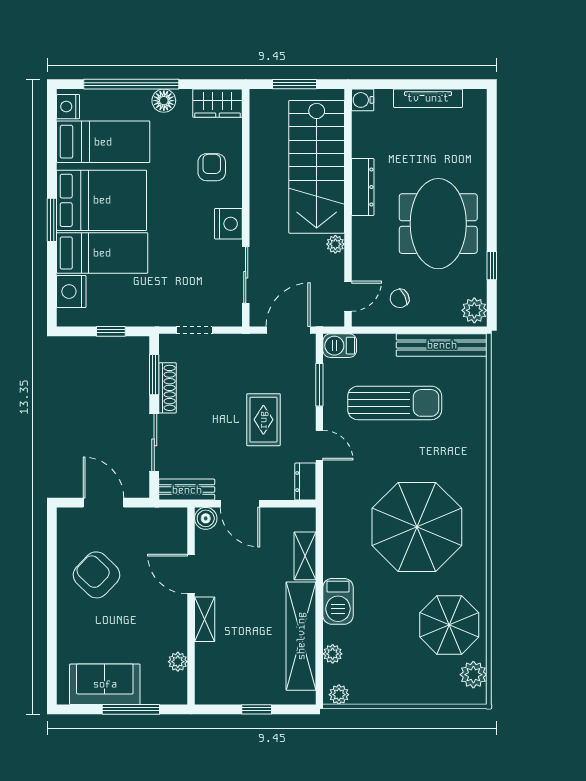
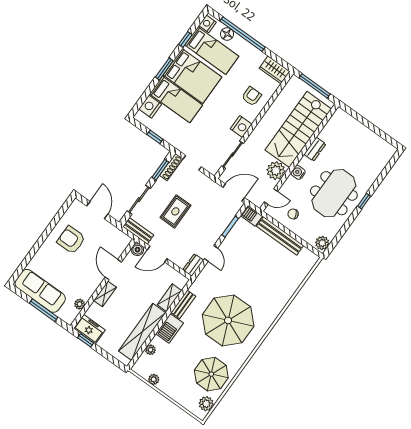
window: (294, 84) -> (315, 86), width x1.44
tv unit: (428, 98) -> (369, 134), removed
water cooler: (363, 100) -> (298, 172), moved
floor lamp: (164, 101) -> (227, 34), moved
window: (52, 154) -> (185, 40), added
dresser: (363, 187) -> (315, 149), width x0.70
plant: (335, 244) -> (276, 171), width x1.88, depth x1.88
window: (492, 266) -> (364, 201), moved
bench: (442, 345) -> (280, 236), moved
shoe rack: (168, 388) -> (171, 167), moved
sun lounger: (395, 403) -> (258, 259), removed
rug: (263, 420) -> (175, 211), moved
door: (240, 504) -> (157, 254), hinge flipped
bench: (333, 551) -> (183, 304), added
armchair: (97, 575) -> (71, 240), turned -44
sofa: (105, 684) -> (40, 291), width x1.36
freezer: (219, 689) -> (89, 329), added
plant: (339, 695) -> (154, 379), moved
window: (257, 709) -> (86, 340), moved

